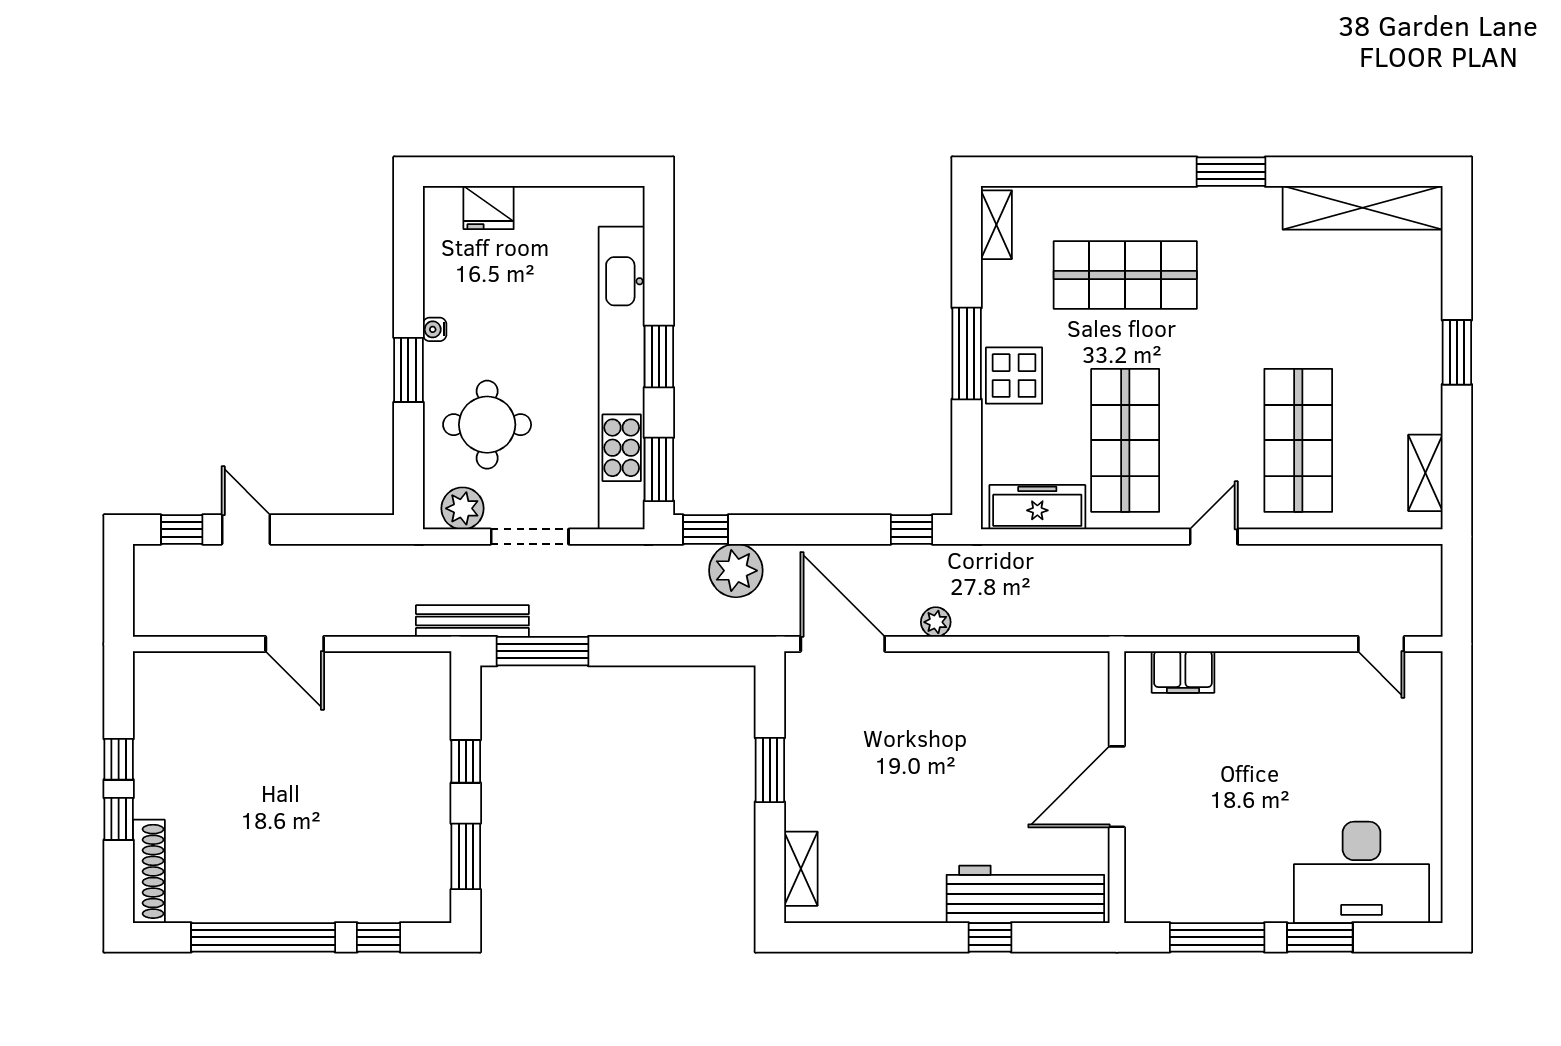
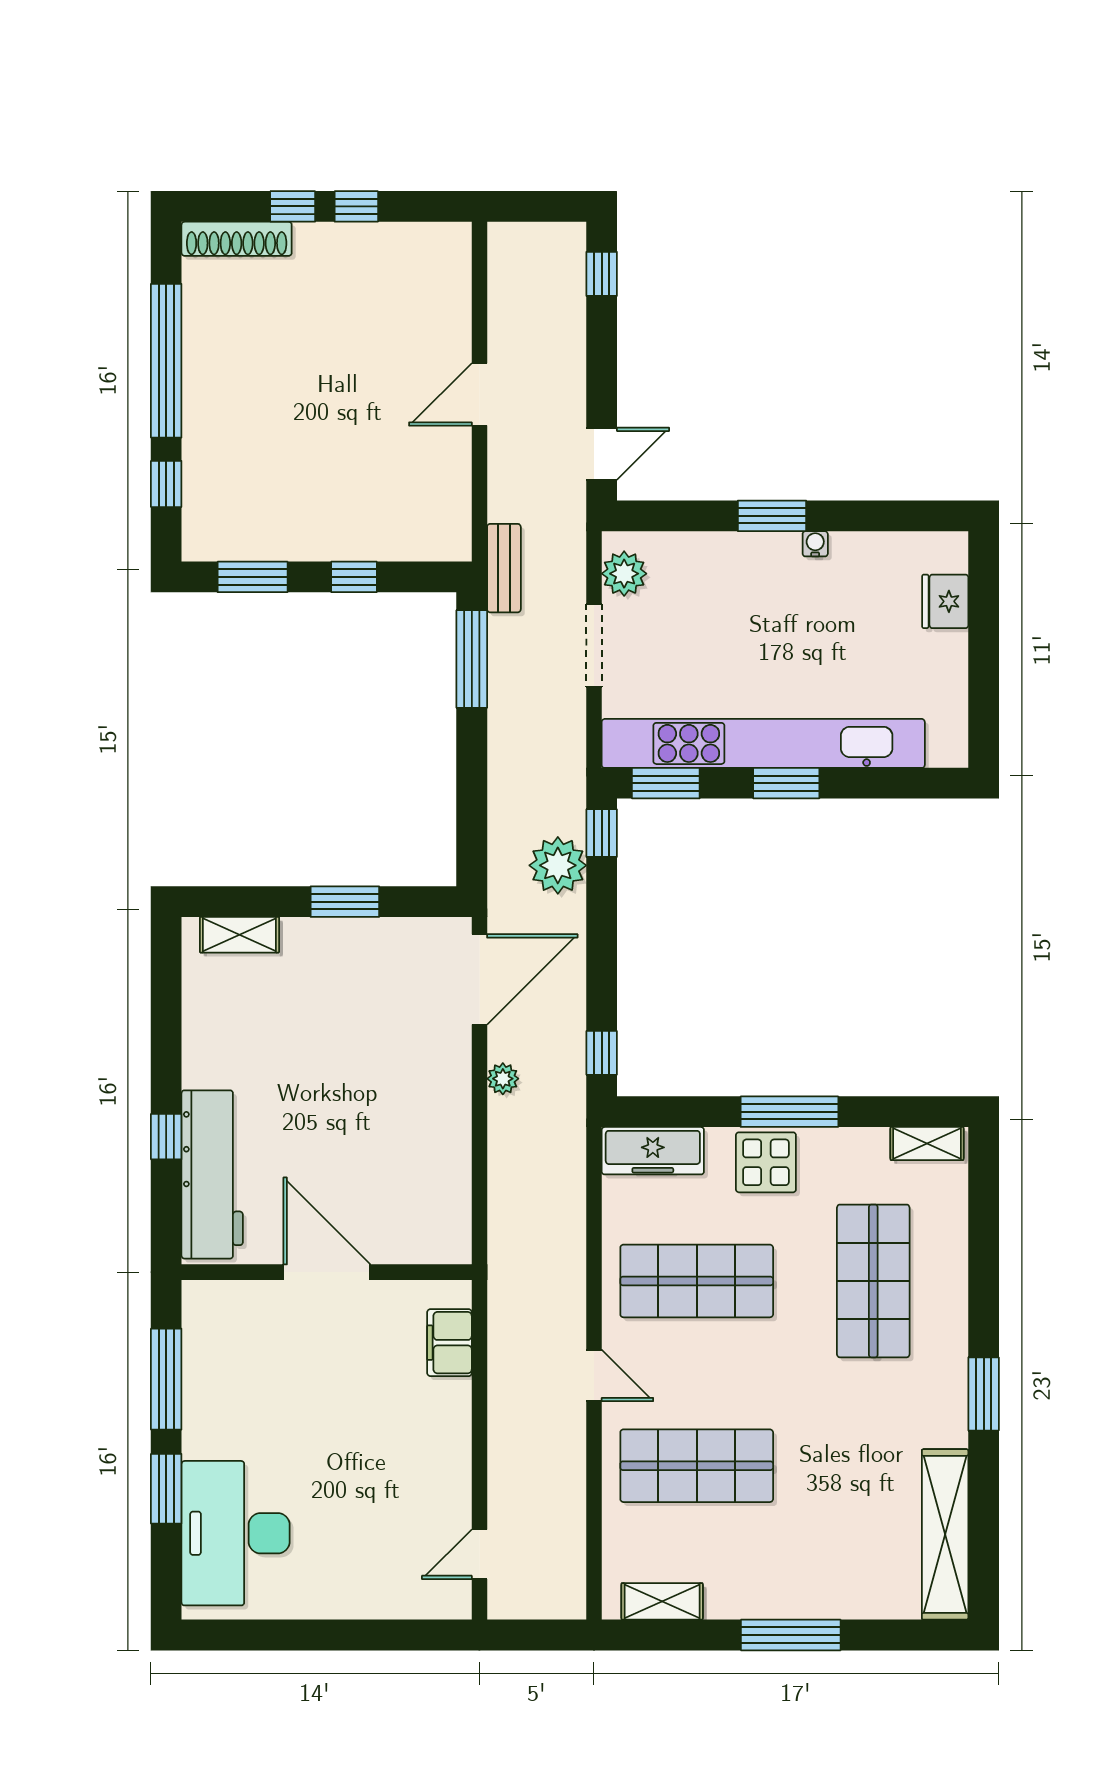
window: (1457, 352) -> (791, 1635), width x1.44
round table: (487, 425) -> (714, 600), removed
freezer: (1037, 507) -> (653, 1151), moved, turned 90
door: (246, 529) -> (602, 454), moved
bench: (472, 621) -> (504, 568), width x0.73

